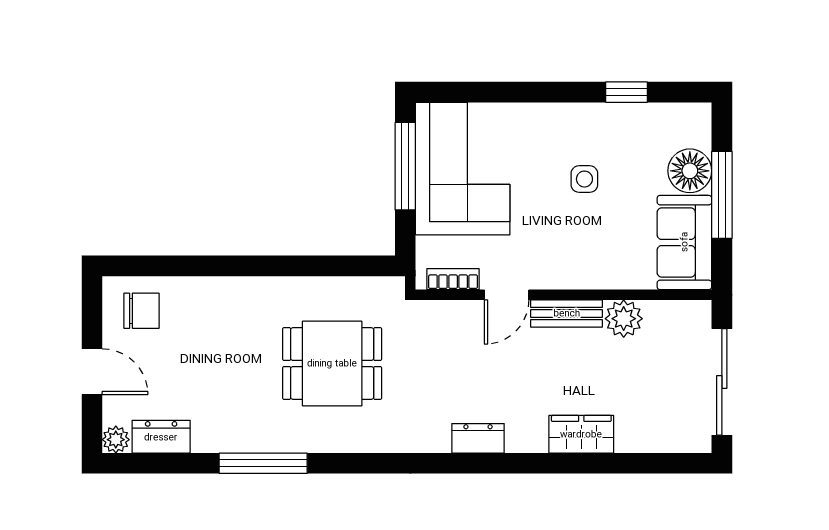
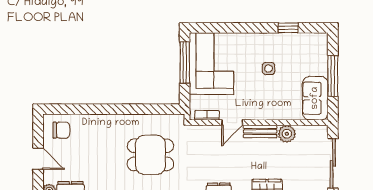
floor lamp: (690, 171) -> (318, 65), removed

